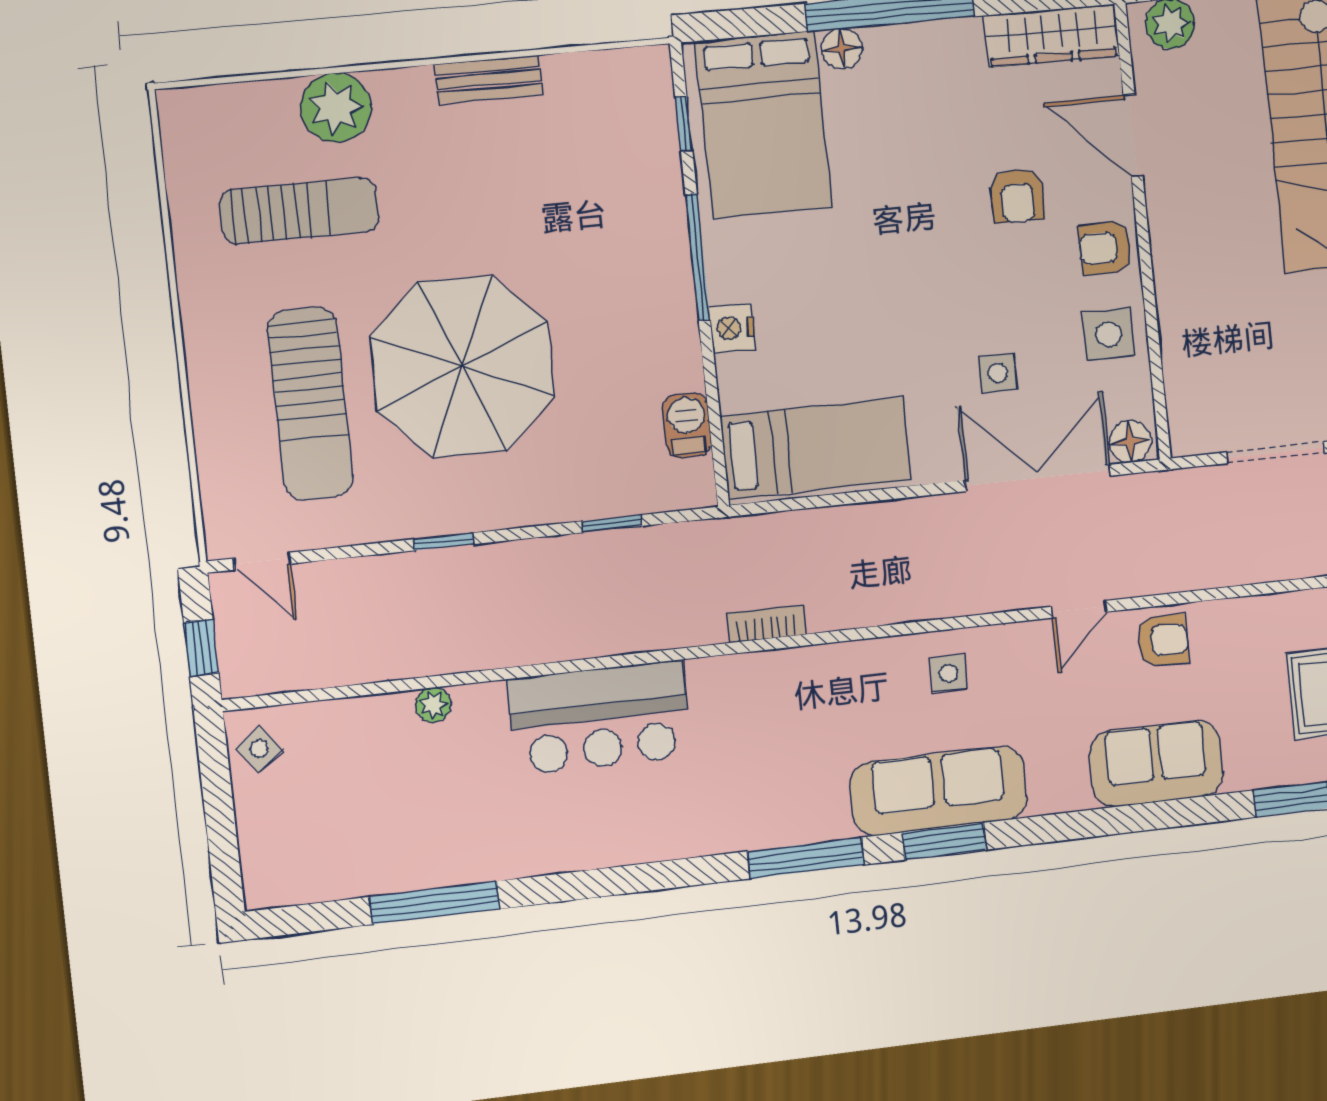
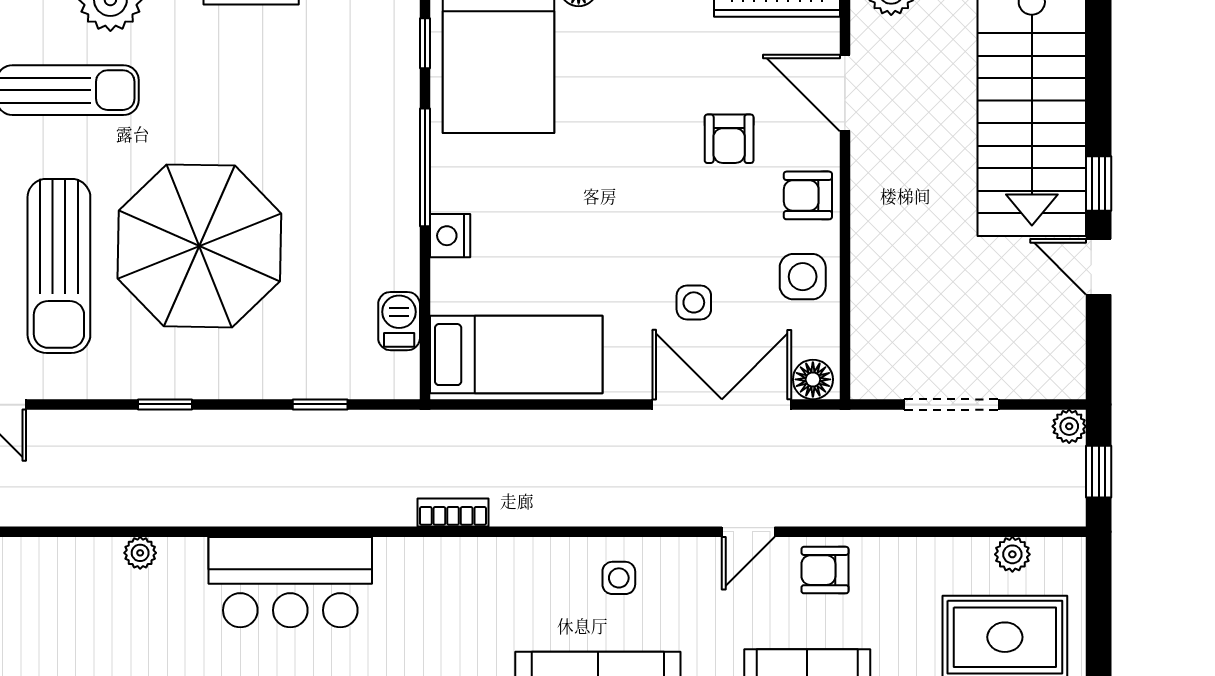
armchair: (1163, 640) -> (825, 570), turned 180

